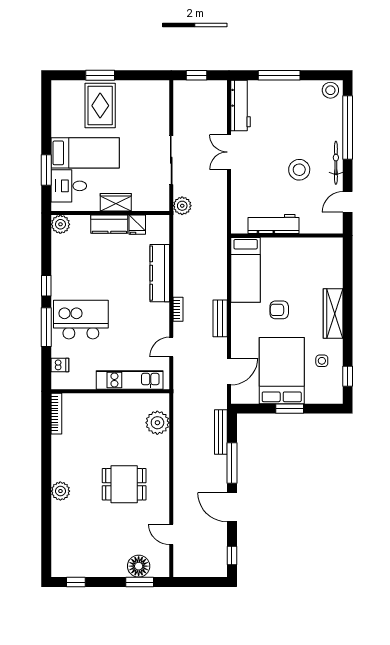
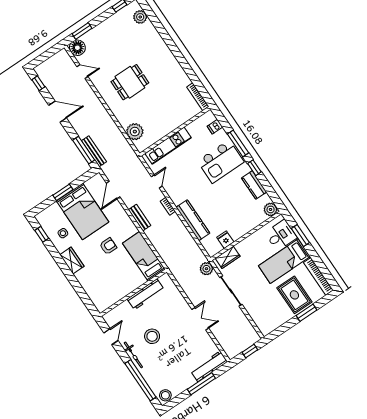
workbench: (241, 105) -> (209, 366), moved, turned 90
bookcase: (58, 108) -> (318, 276), added
wardrobe: (116, 202) -> (228, 257), moved
kitchen counter: (109, 224) -> (254, 185), moved, turned -90
wardrobe: (333, 313) -> (72, 261), width x0.67
window: (232, 463) -> (84, 150), moved
plant: (60, 491) -> (140, 17), moved
floor lamp: (139, 566) -> (77, 48), moved

